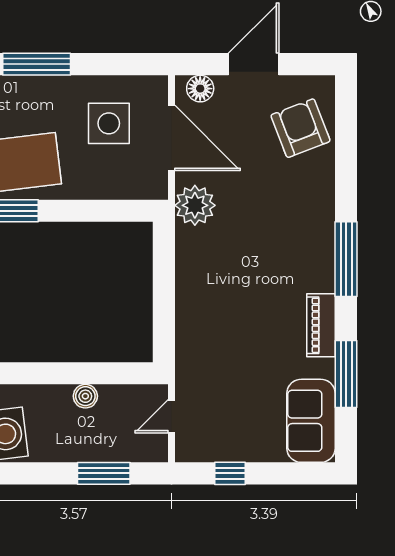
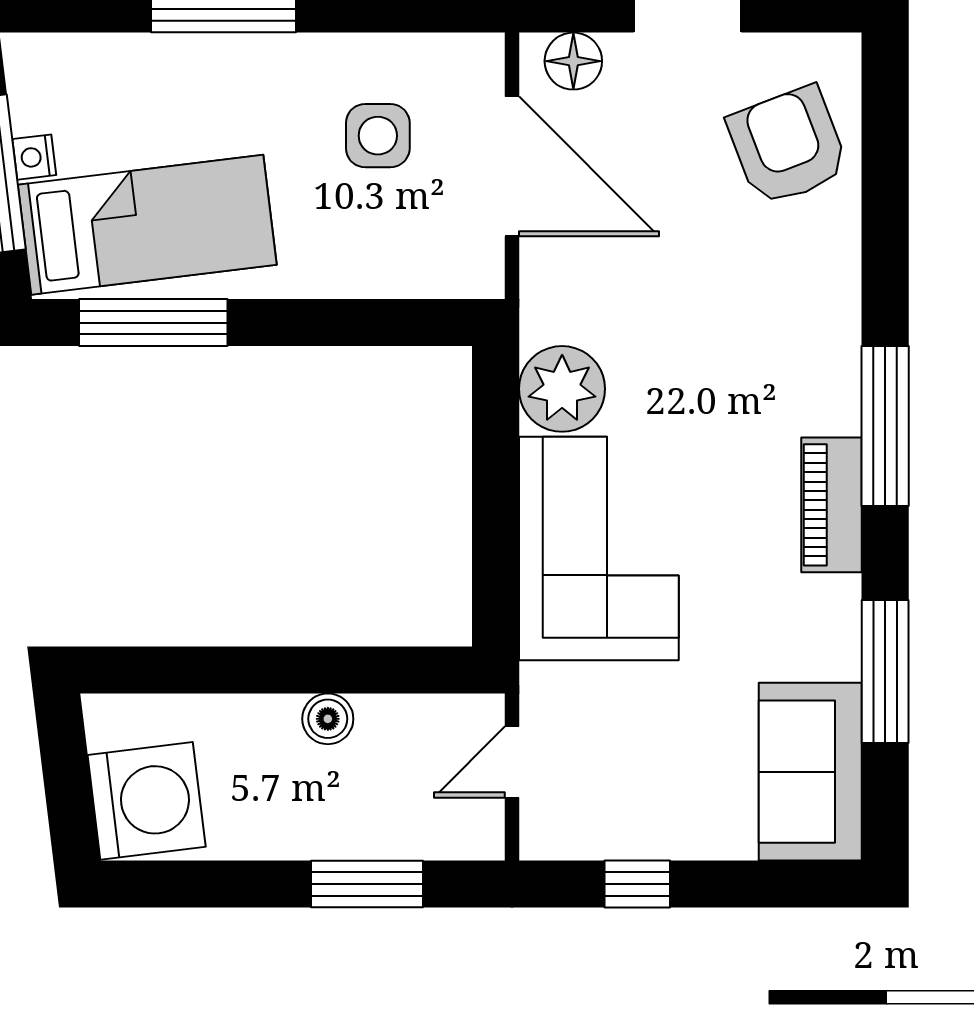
side table: (109, 123) -> (378, 136), width x0.73, depth x0.73
plant: (195, 205) -> (562, 389), moved
corner sofa: (212, 316) -> (599, 548), added
piano: (321, 325) -> (832, 505), moved

